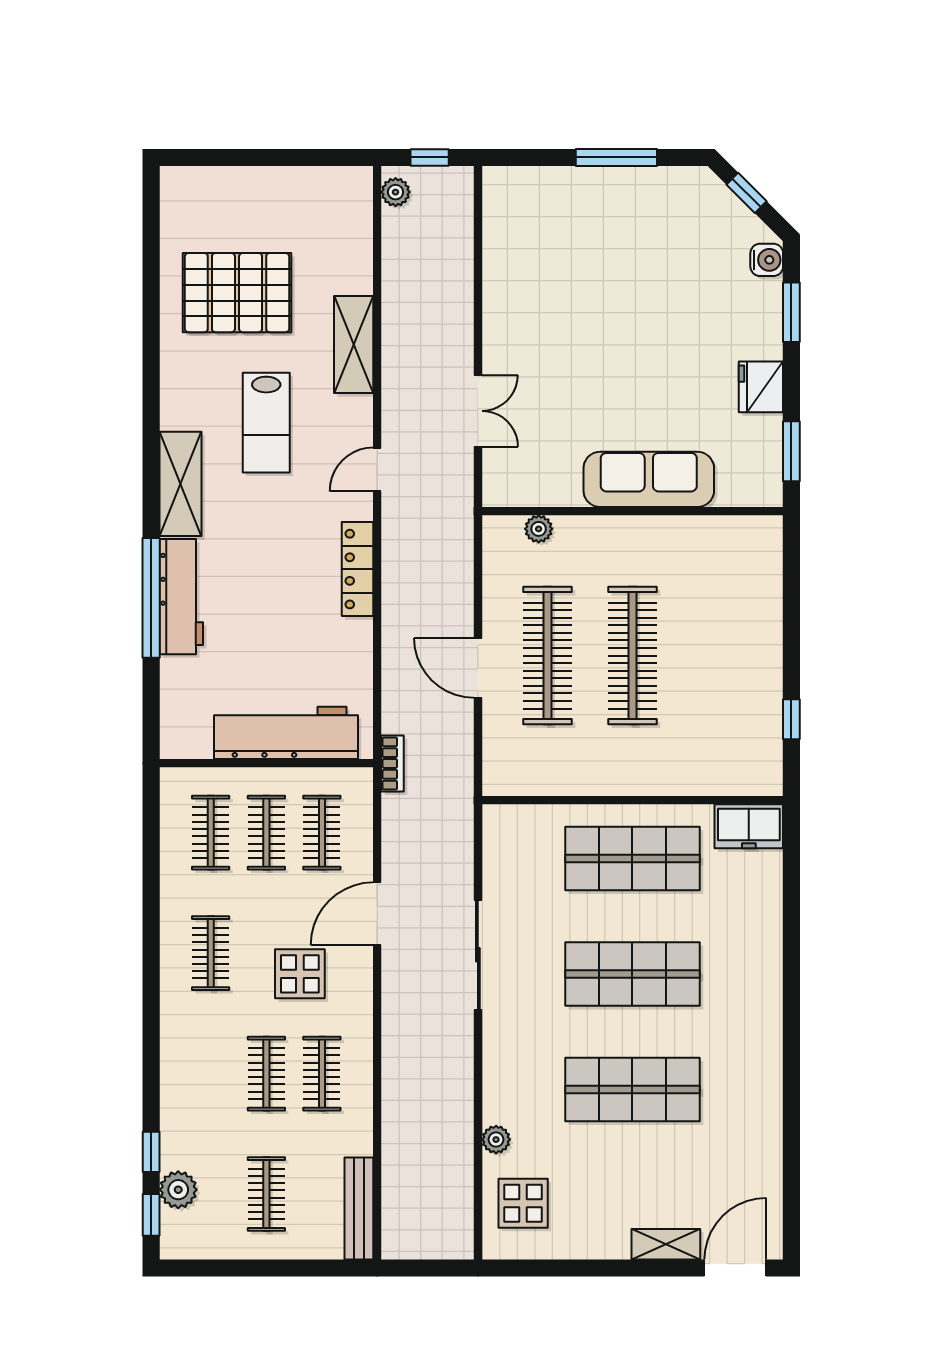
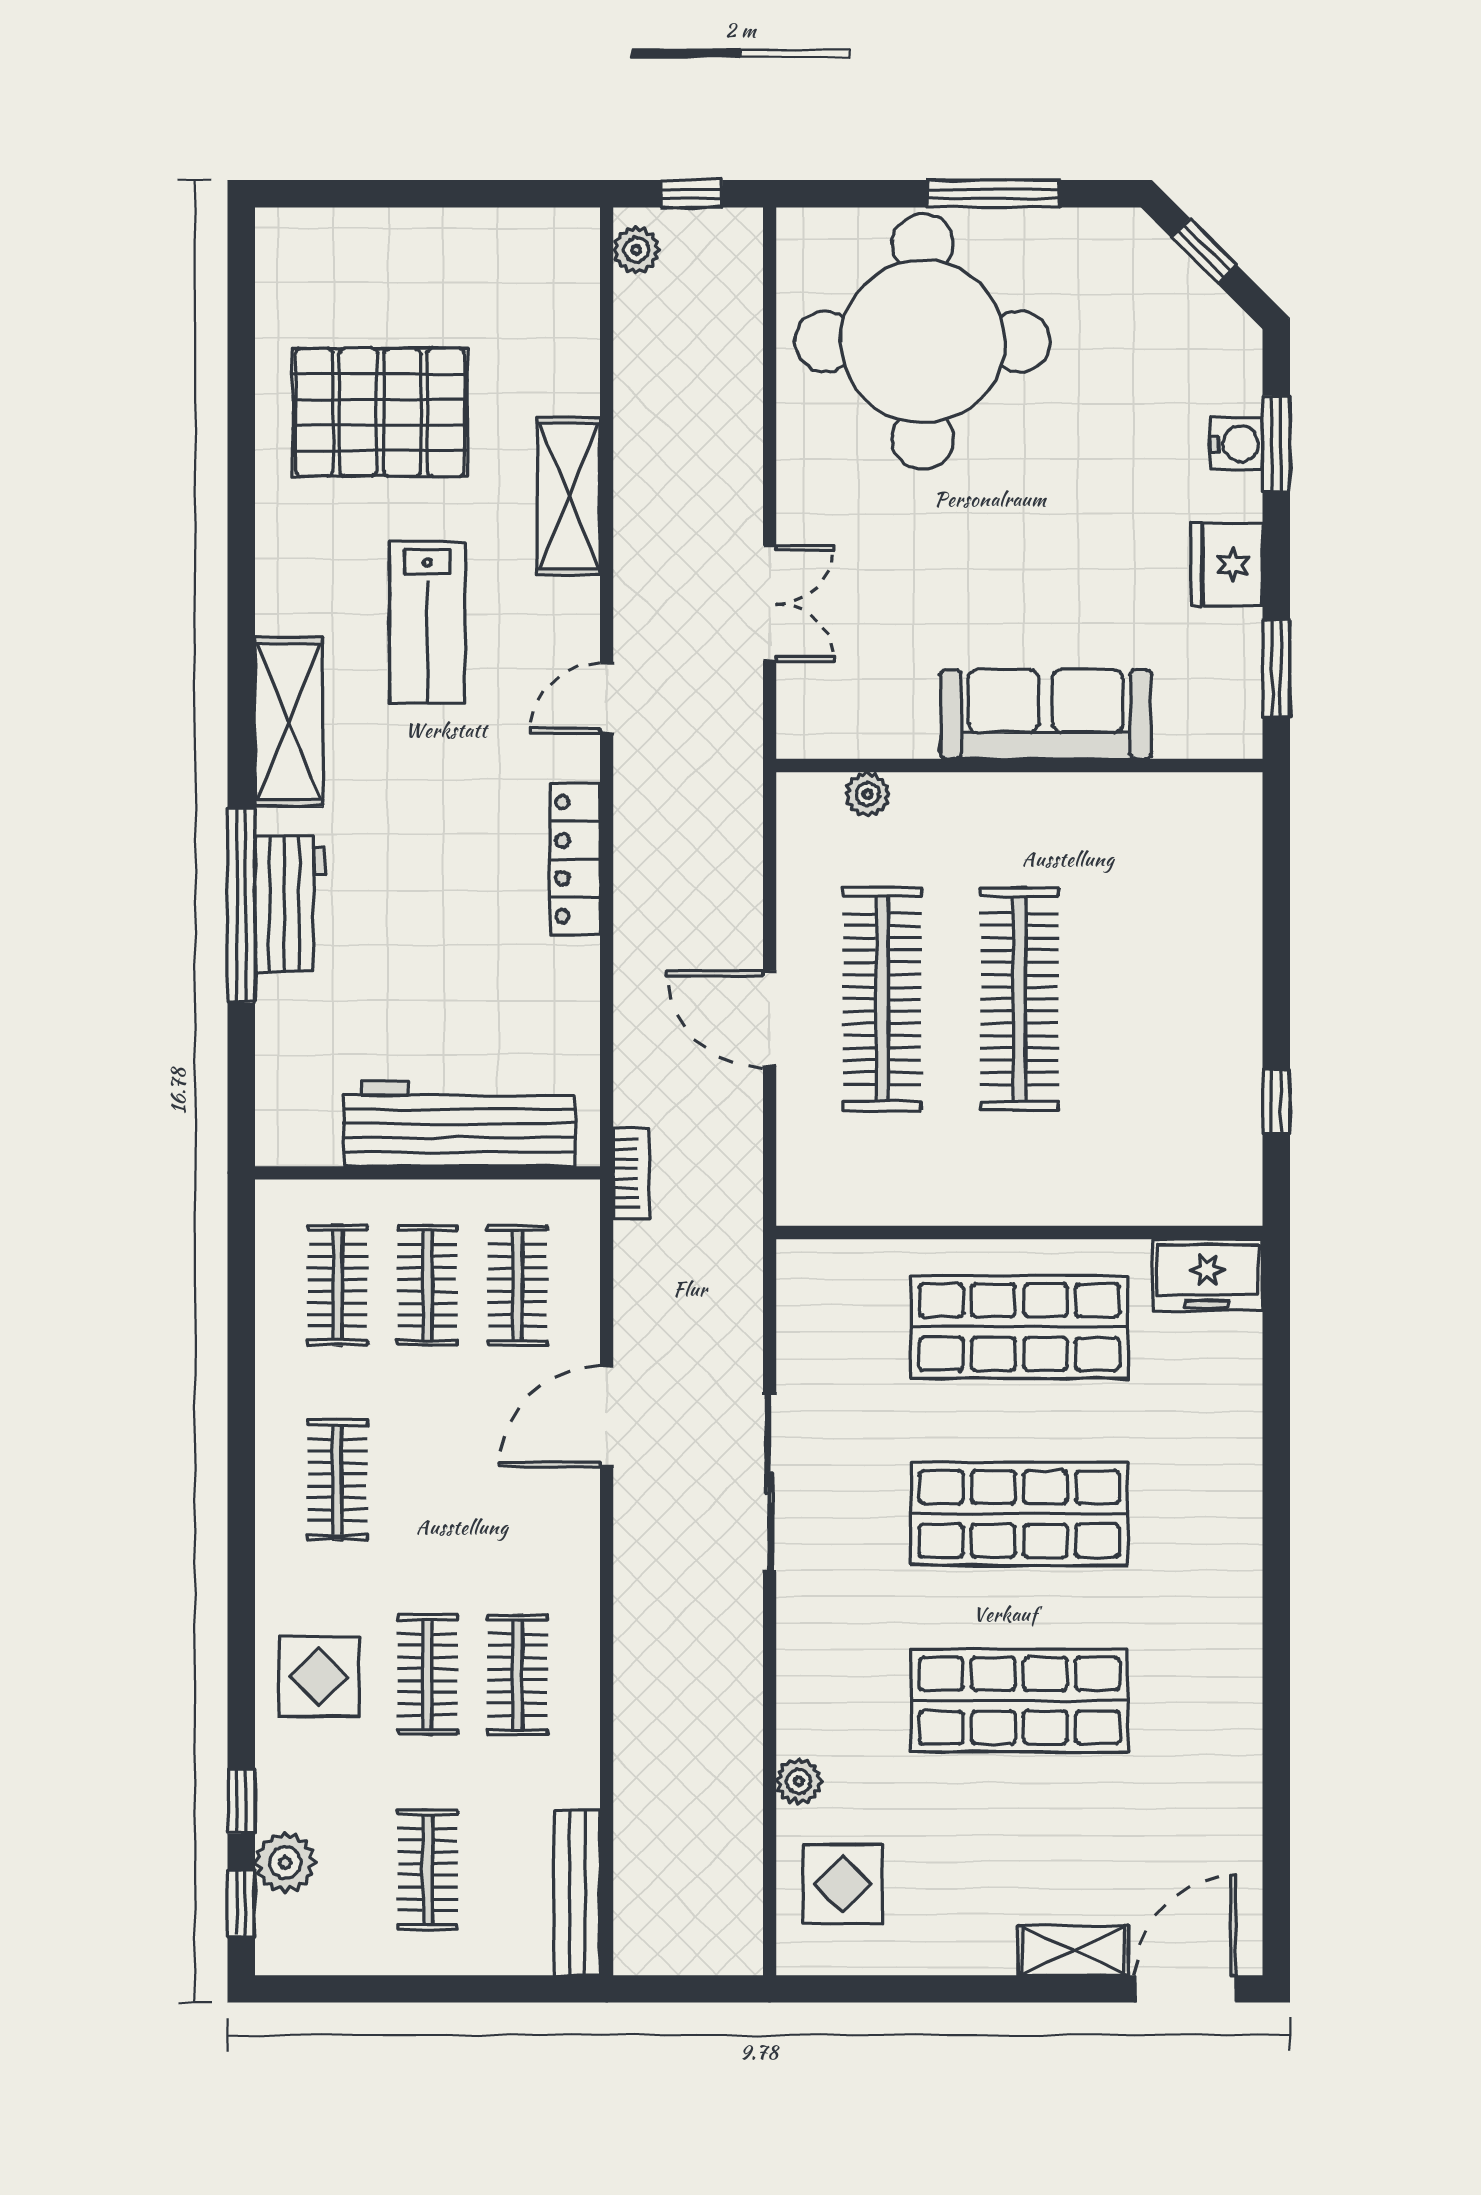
round table: (573, 249) -> (923, 341), added
water cooler: (767, 260) -> (1236, 444), moved
workbench: (181, 597) -> (290, 904), width x0.73
display table: (300, 974) -> (319, 1677), moved

